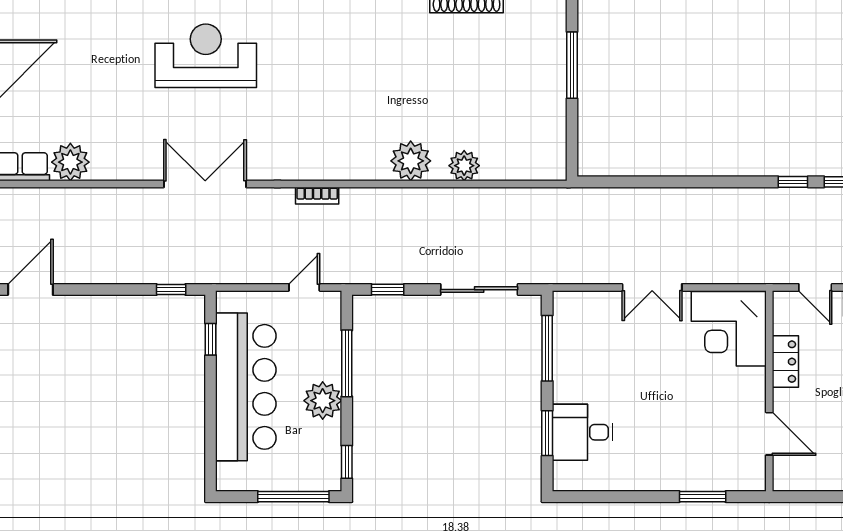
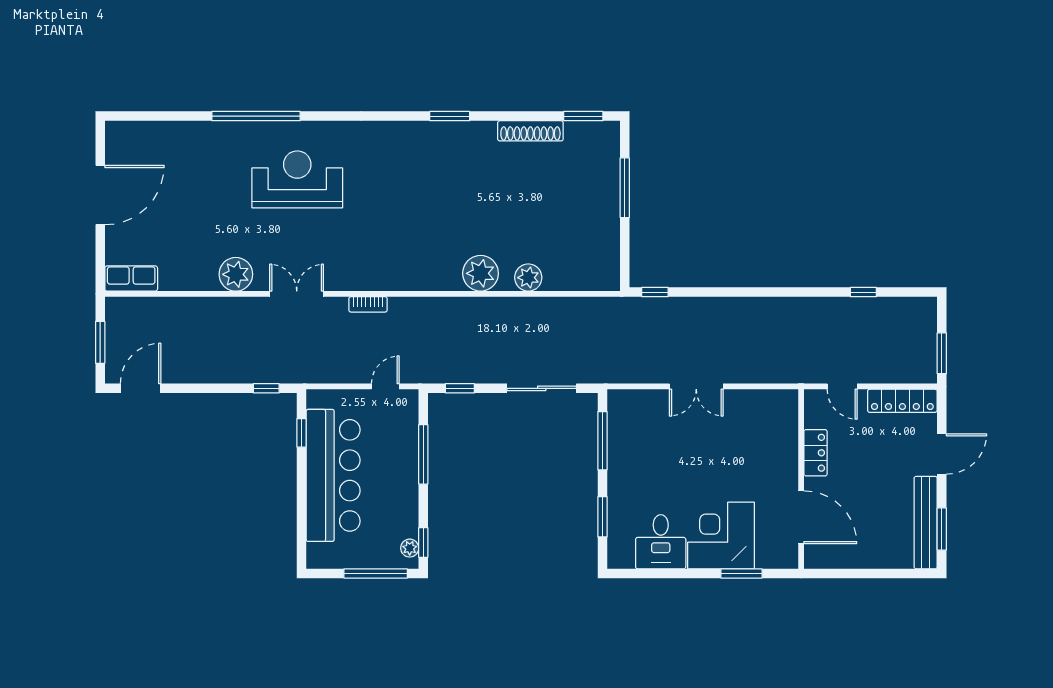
plant: (70, 162) -> (236, 274), moved
window: (793, 182) -> (655, 292), moved
double door: (205, 184) -> (297, 294), width x0.73
bookcase: (317, 196) -> (368, 304), moved
corner desk: (729, 329) -> (721, 536), moved, turned 90
plant: (323, 401) -> (410, 548), moved, width x0.53, depth x0.53
desk: (583, 432) -> (661, 542), moved, turned -90
door: (769, 434) -> (801, 517), width x1.36

